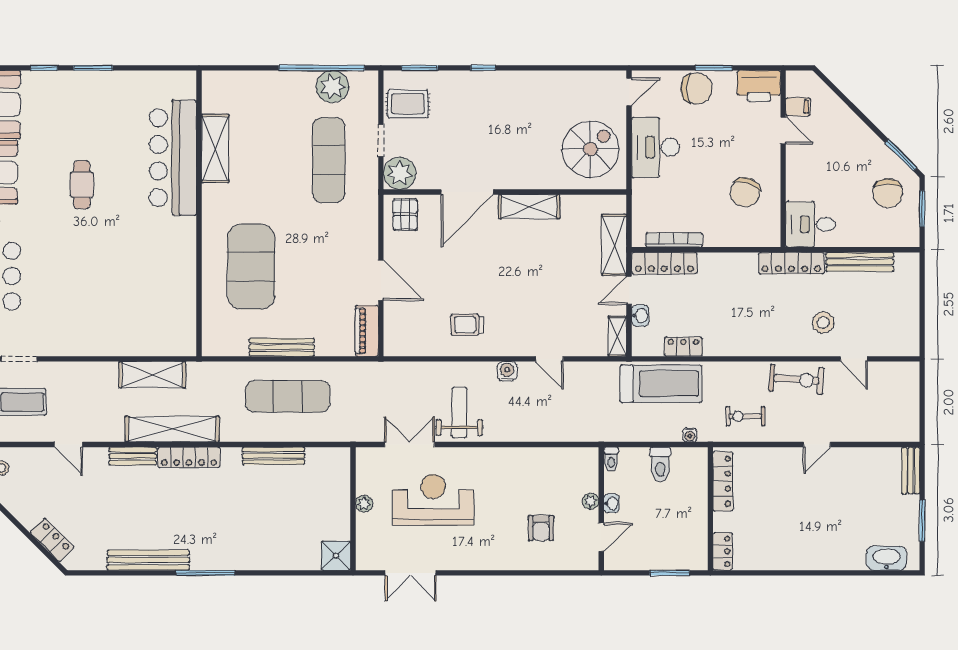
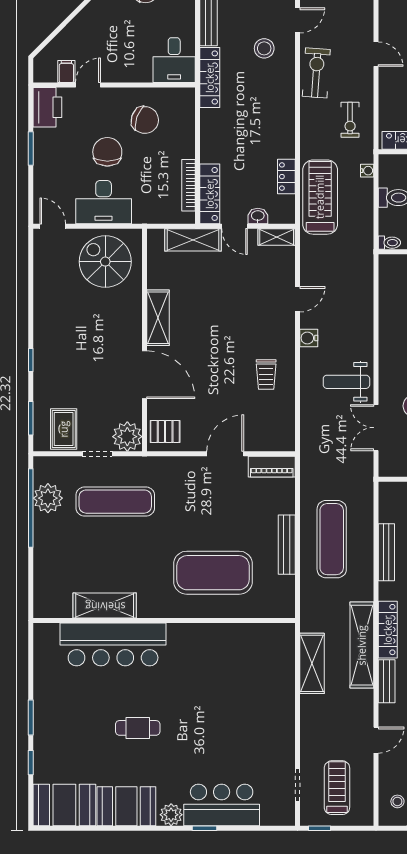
chair: (697, 89) -> (107, 152), moved

